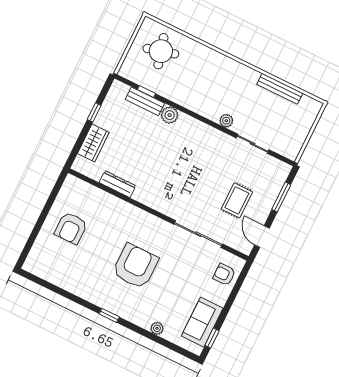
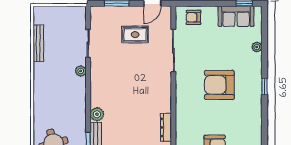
armchair: (224, 274) -> (194, 17), turned 90

